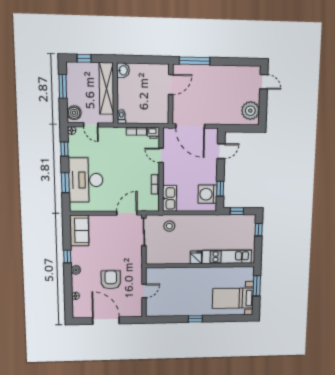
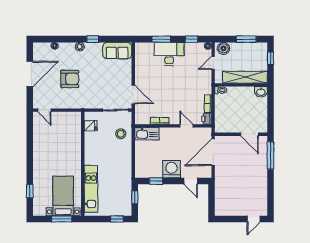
plant: (250, 111) -> (228, 207), removed
door: (161, 155) -> (186, 126), hinge flipped
desk: (86, 180) -> (169, 54), width x0.73, depth x0.77
washing machine: (207, 194) -> (172, 169), moved
fridge: (196, 257) -> (91, 126), moved
door: (144, 291) -> (44, 110), moved
bed with nightstands: (233, 298) -> (63, 196), moved
window: (195, 319) -> (30, 191), moved

